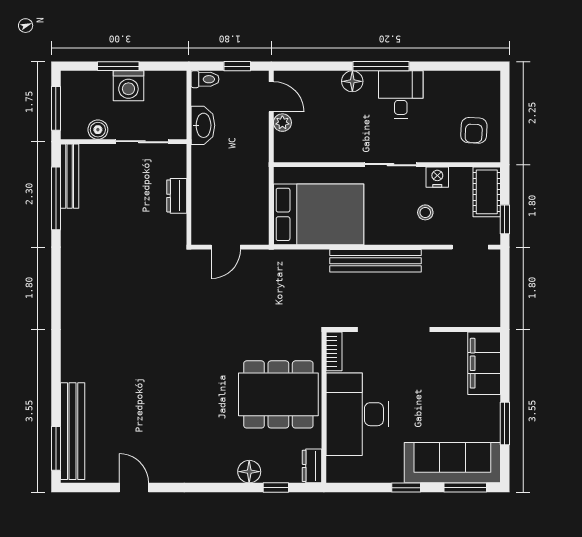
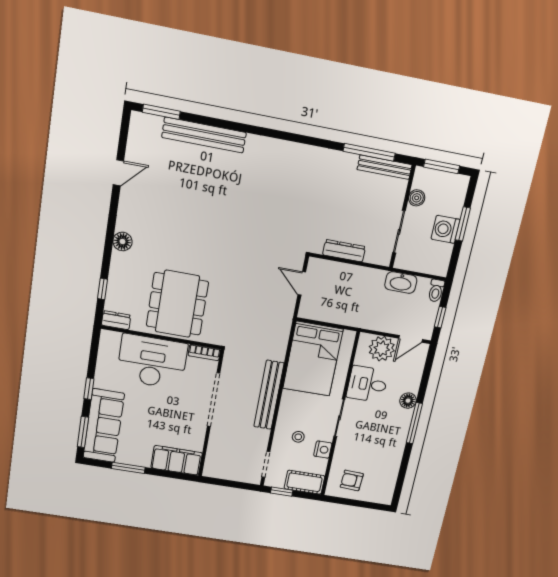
desk: (401, 95) -> (367, 384), moved, turned 180
plant: (282, 123) -> (382, 349), width x1.87, depth x1.87
dresser: (177, 196) -> (344, 251), width x1.44
bench: (73, 431) -> (204, 135), moved
floor lamp: (249, 472) -> (122, 242), moved

